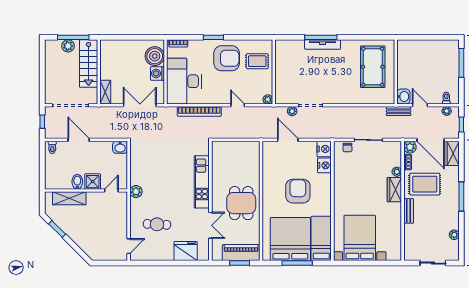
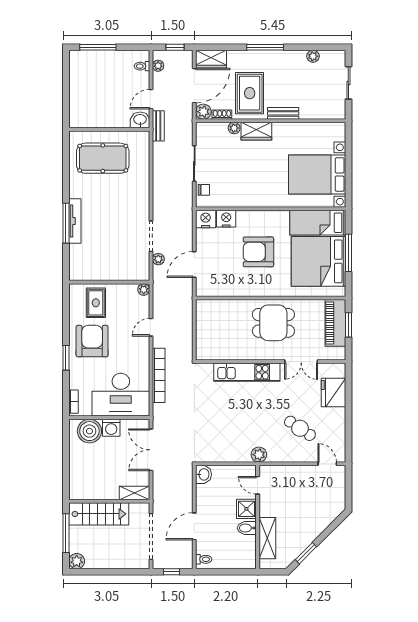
plant: (68, 46) -> (77, 561), moved
cafe table: (157, 224) -> (300, 428), turned -59
double door: (210, 225) -> (301, 361), swing flipped

